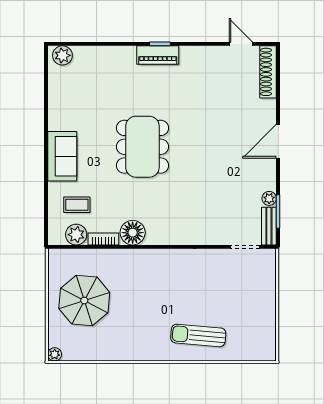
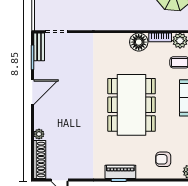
armchair: (99, 72) -> (163, 159), added
door: (278, 141) -> (32, 92), moved
dining table: (142, 147) -> (132, 105), width x1.36, depth x1.24
plant: (269, 198) -> (39, 134), moved

